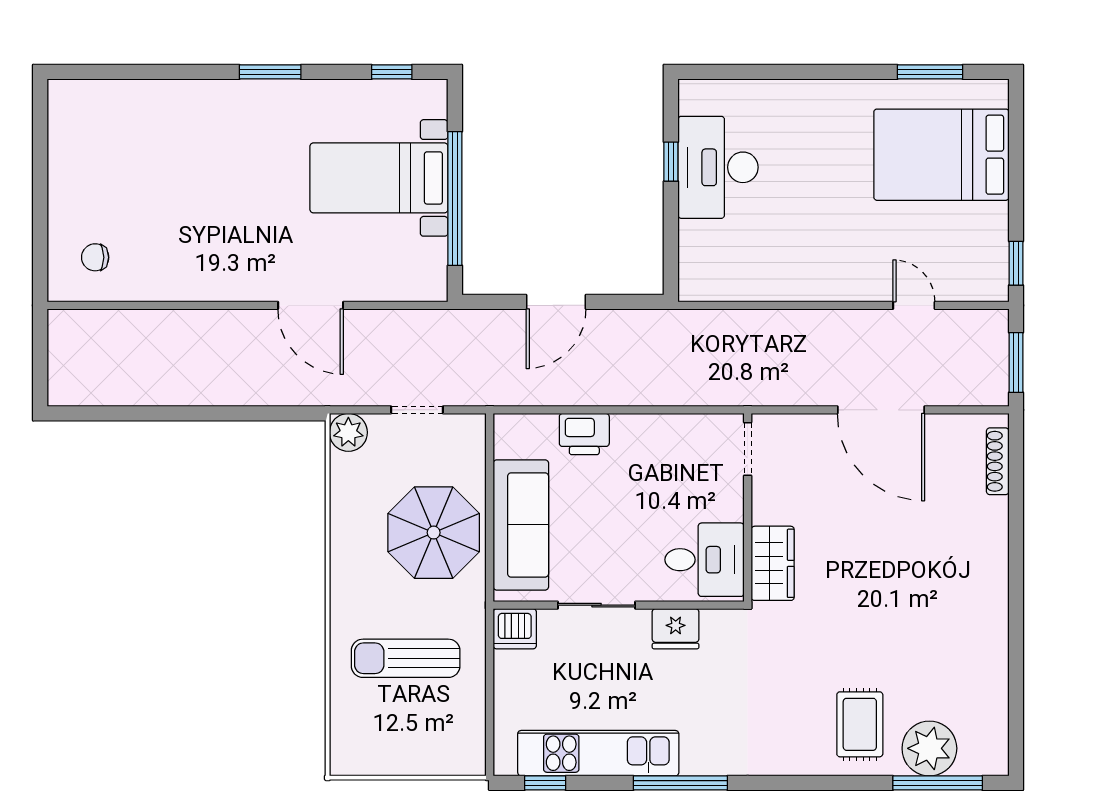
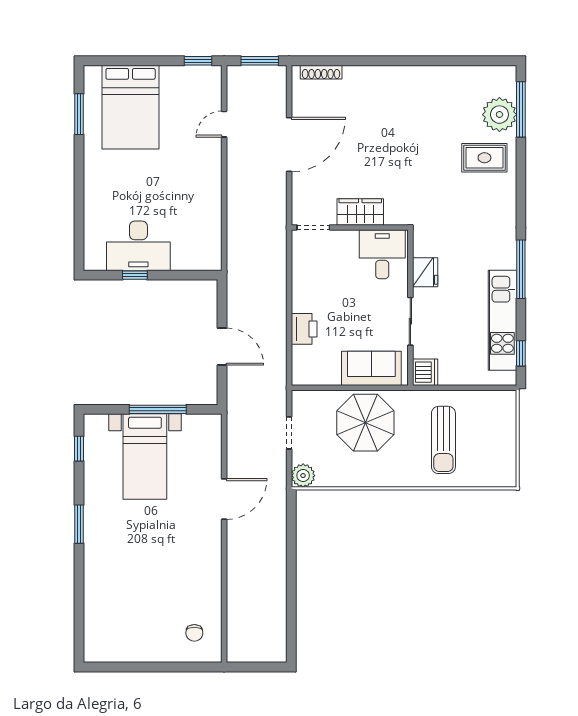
window: (455, 198) -> (158, 409), width x0.68
sofa: (521, 525) -> (371, 368), width x0.73
wardrobe: (773, 563) -> (360, 212), moved

